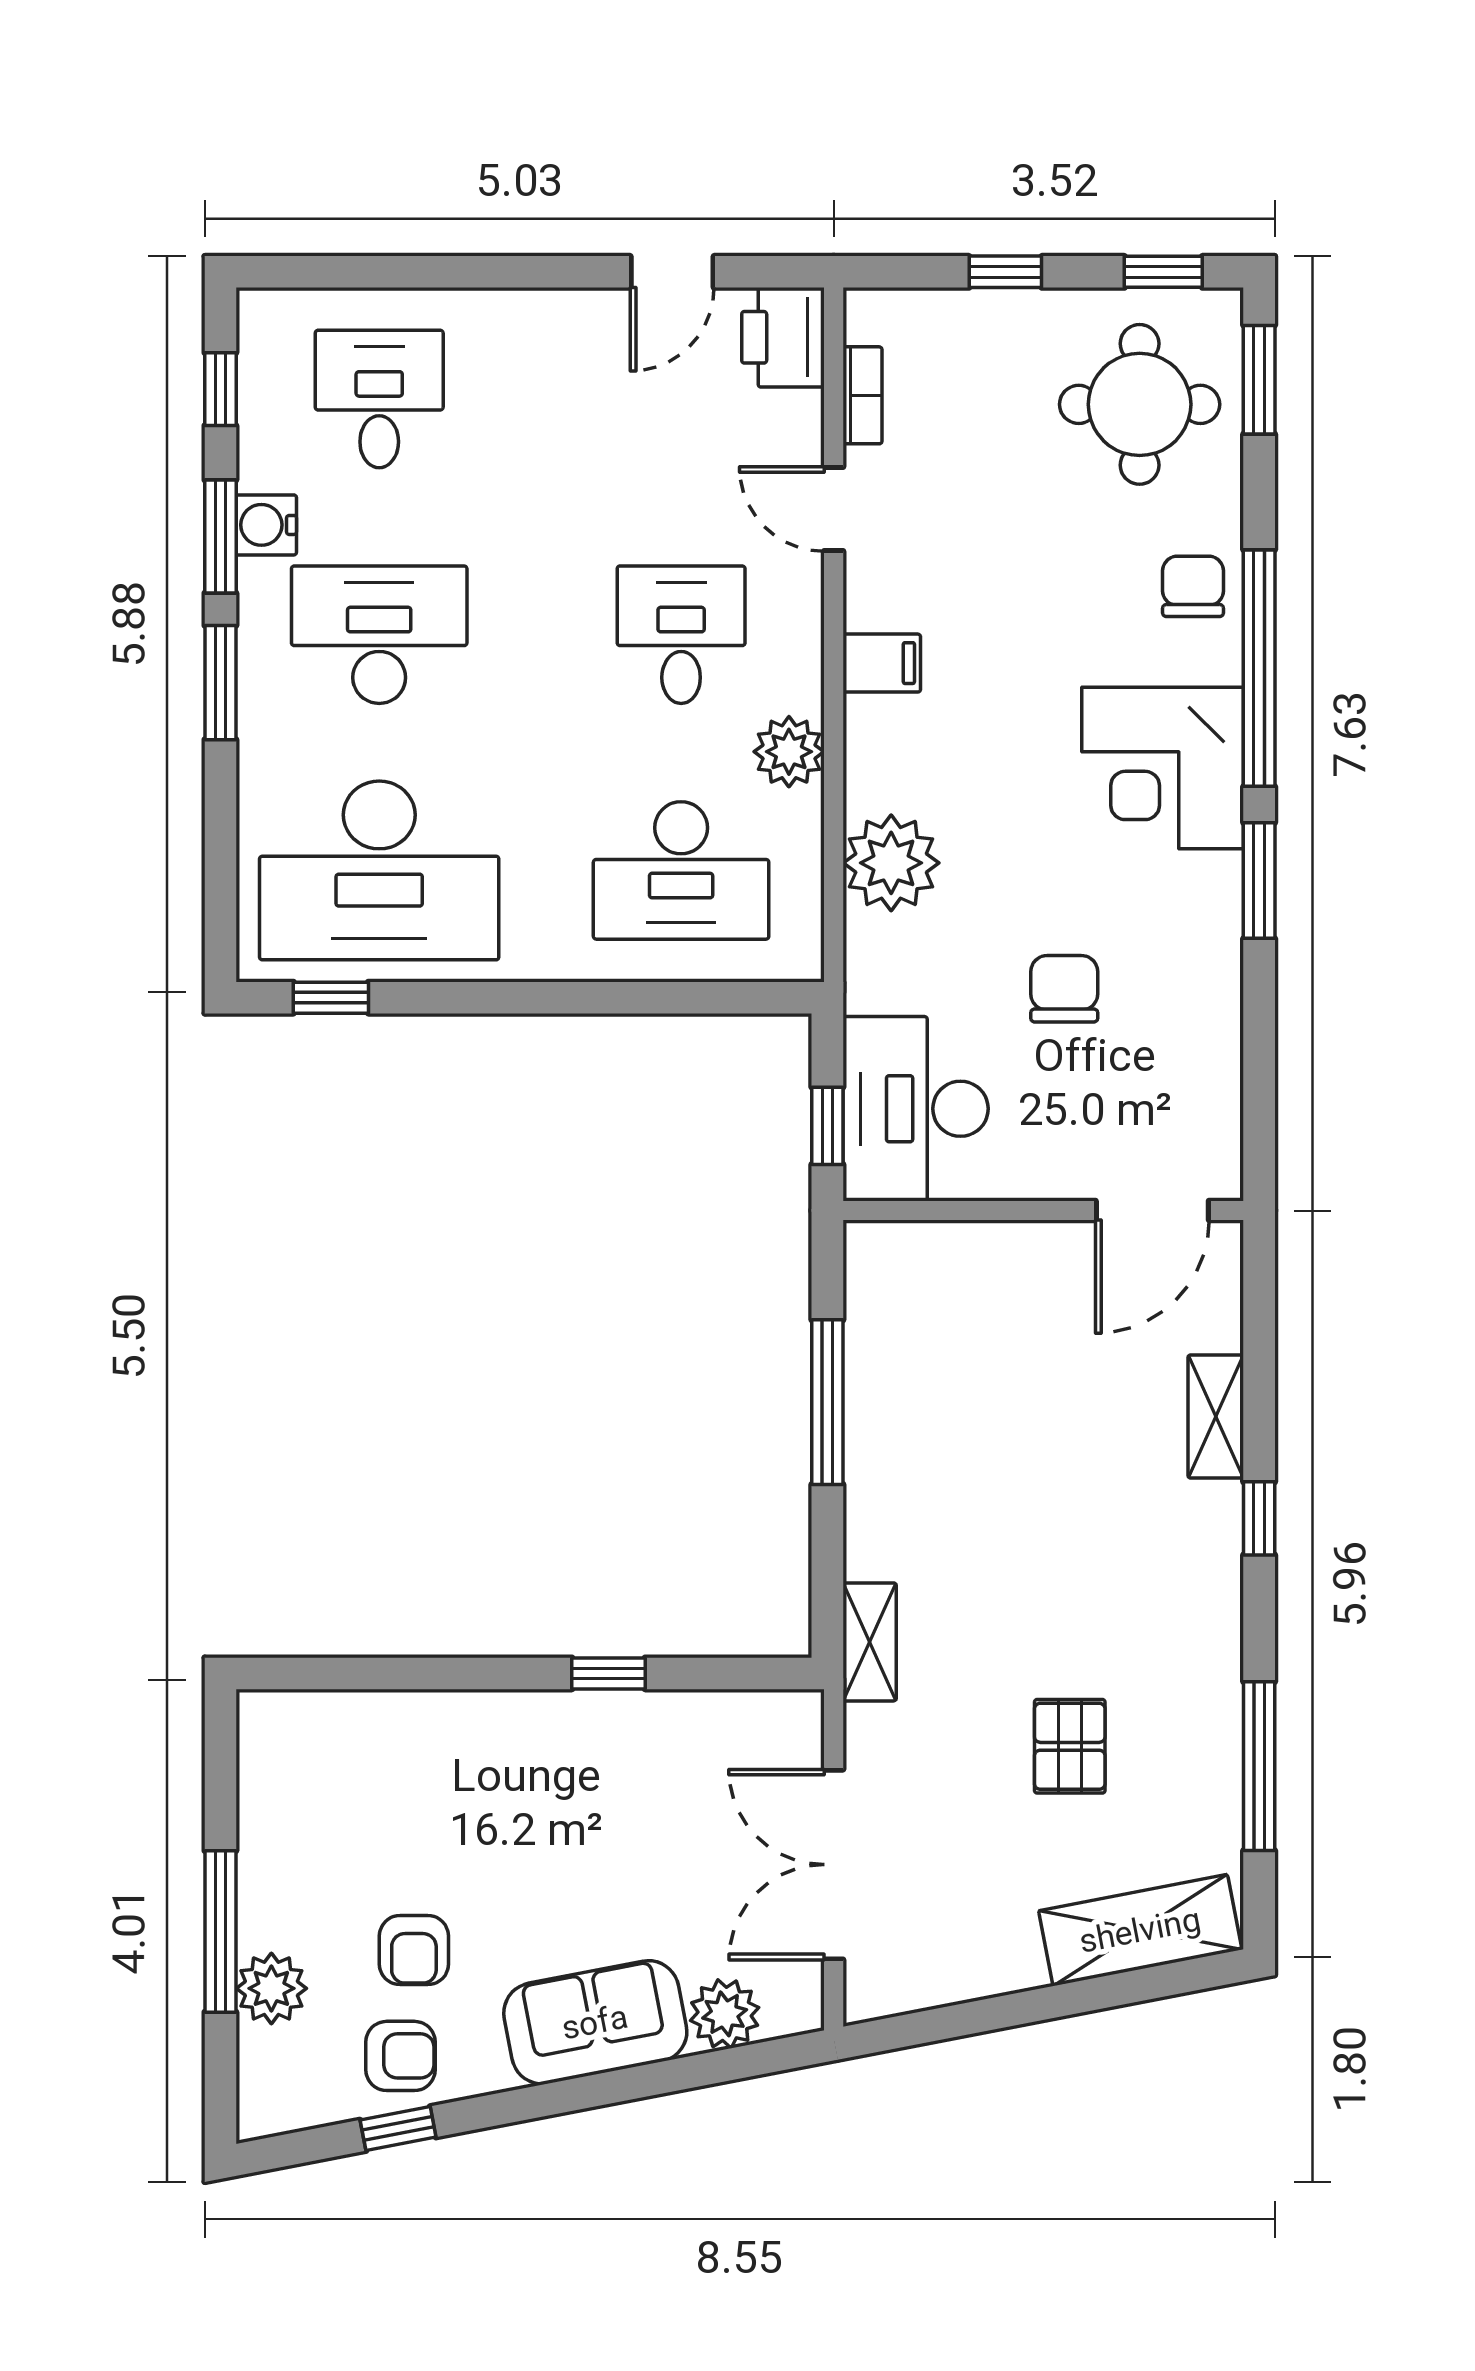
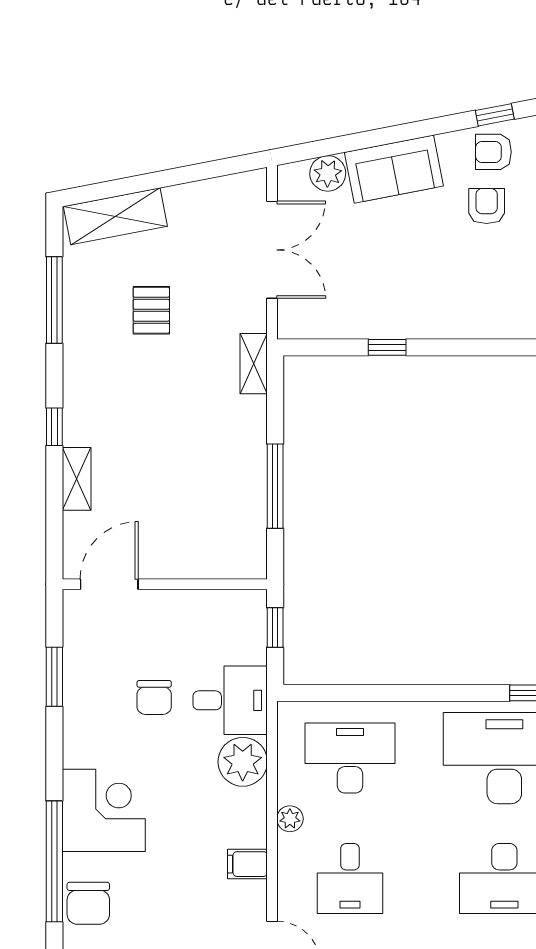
chair: (1193, 586) -> (88, 903), width x1.37, depth x1.37
plant: (789, 752) -> (290, 819), width x0.73, depth x0.73
window: (1259, 881) -> (54, 677), moved
desk: (916, 1109) -> (230, 700), moved, width x0.73

